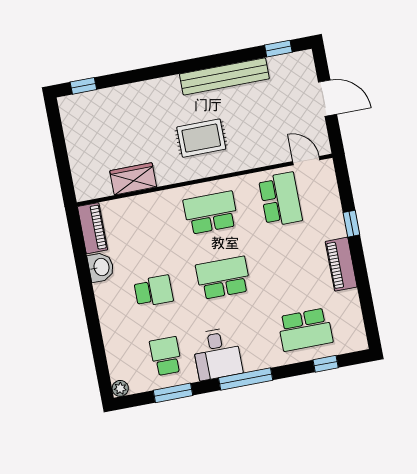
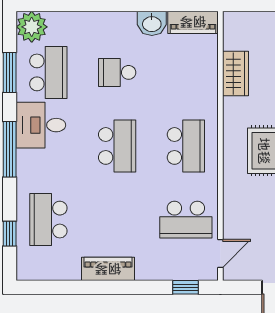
window: (351, 224) -> (185, 287), moved
school desk: (154, 291) -> (117, 72), turned 90
school desk: (166, 356) -> (48, 72), width x1.85
plant: (120, 388) -> (32, 27), width x1.87, depth x1.87

